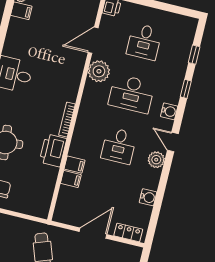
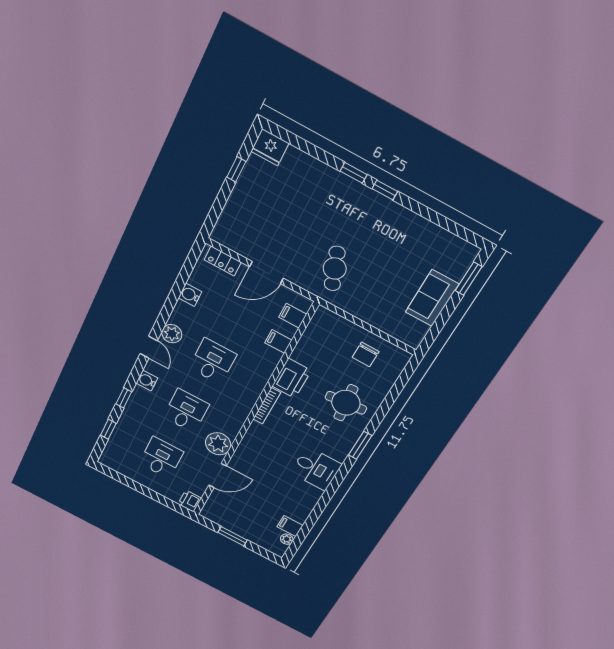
desk: (132, 94) -> (186, 411), width x0.73
filing cabinet: (74, 165) -> (293, 316), moved

